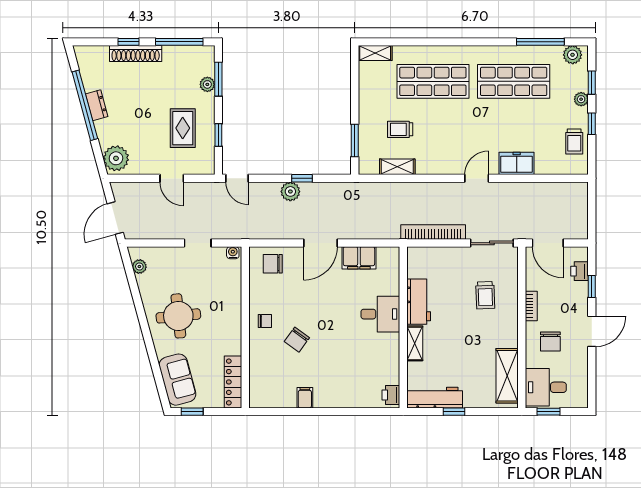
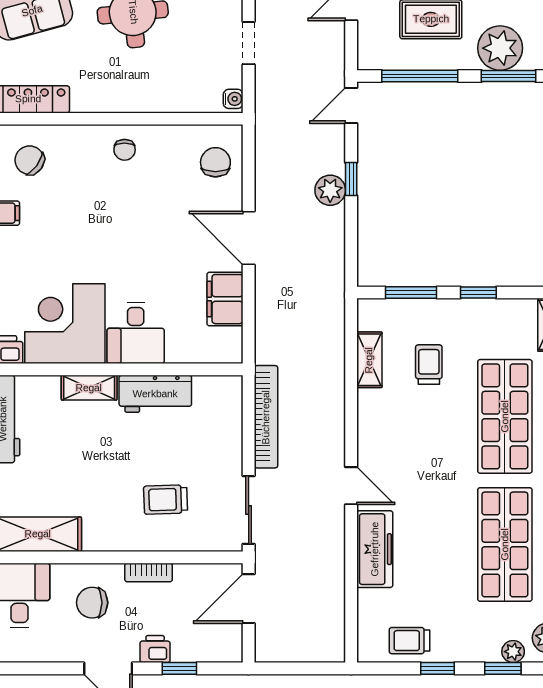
plant: (207, 84) -> (500, 48), width x1.87, depth x1.87
window: (355, 98) -> (478, 292), added
plant: (581, 99) -> (513, 652), moved
window: (218, 135) -> (420, 76), width x2.17
freezer: (517, 163) -> (375, 549), width x1.40
window: (302, 178) -> (351, 179), moved
printer: (580, 271) -> (155, 649), moved
chair: (297, 340) -> (30, 160), moved
corner desk: (374, 359) -> (65, 324), added

